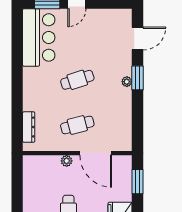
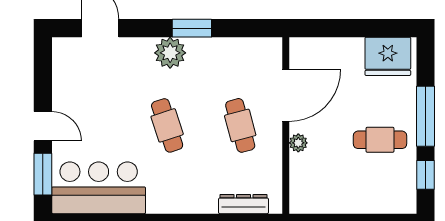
window: (137, 78) -> (192, 28), moved
plant: (127, 82) -> (170, 53), width x1.88, depth x1.88
window: (137, 182) -> (332, 28), removed

